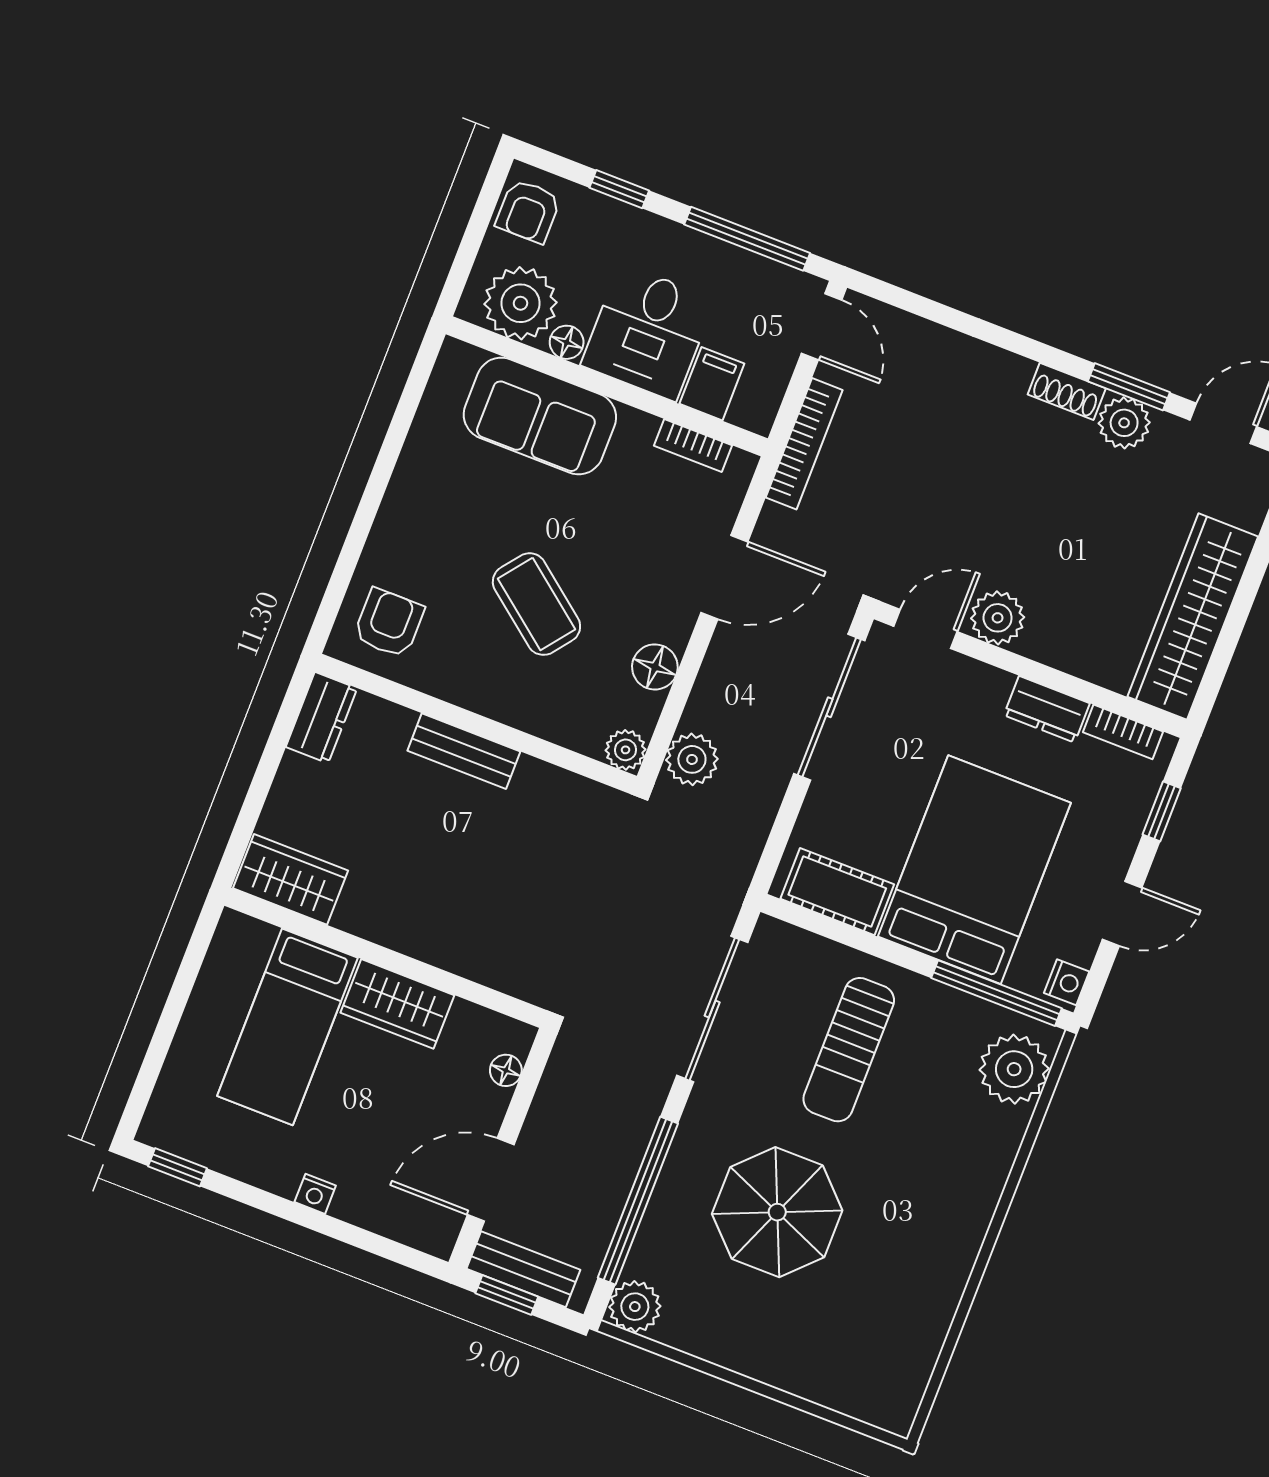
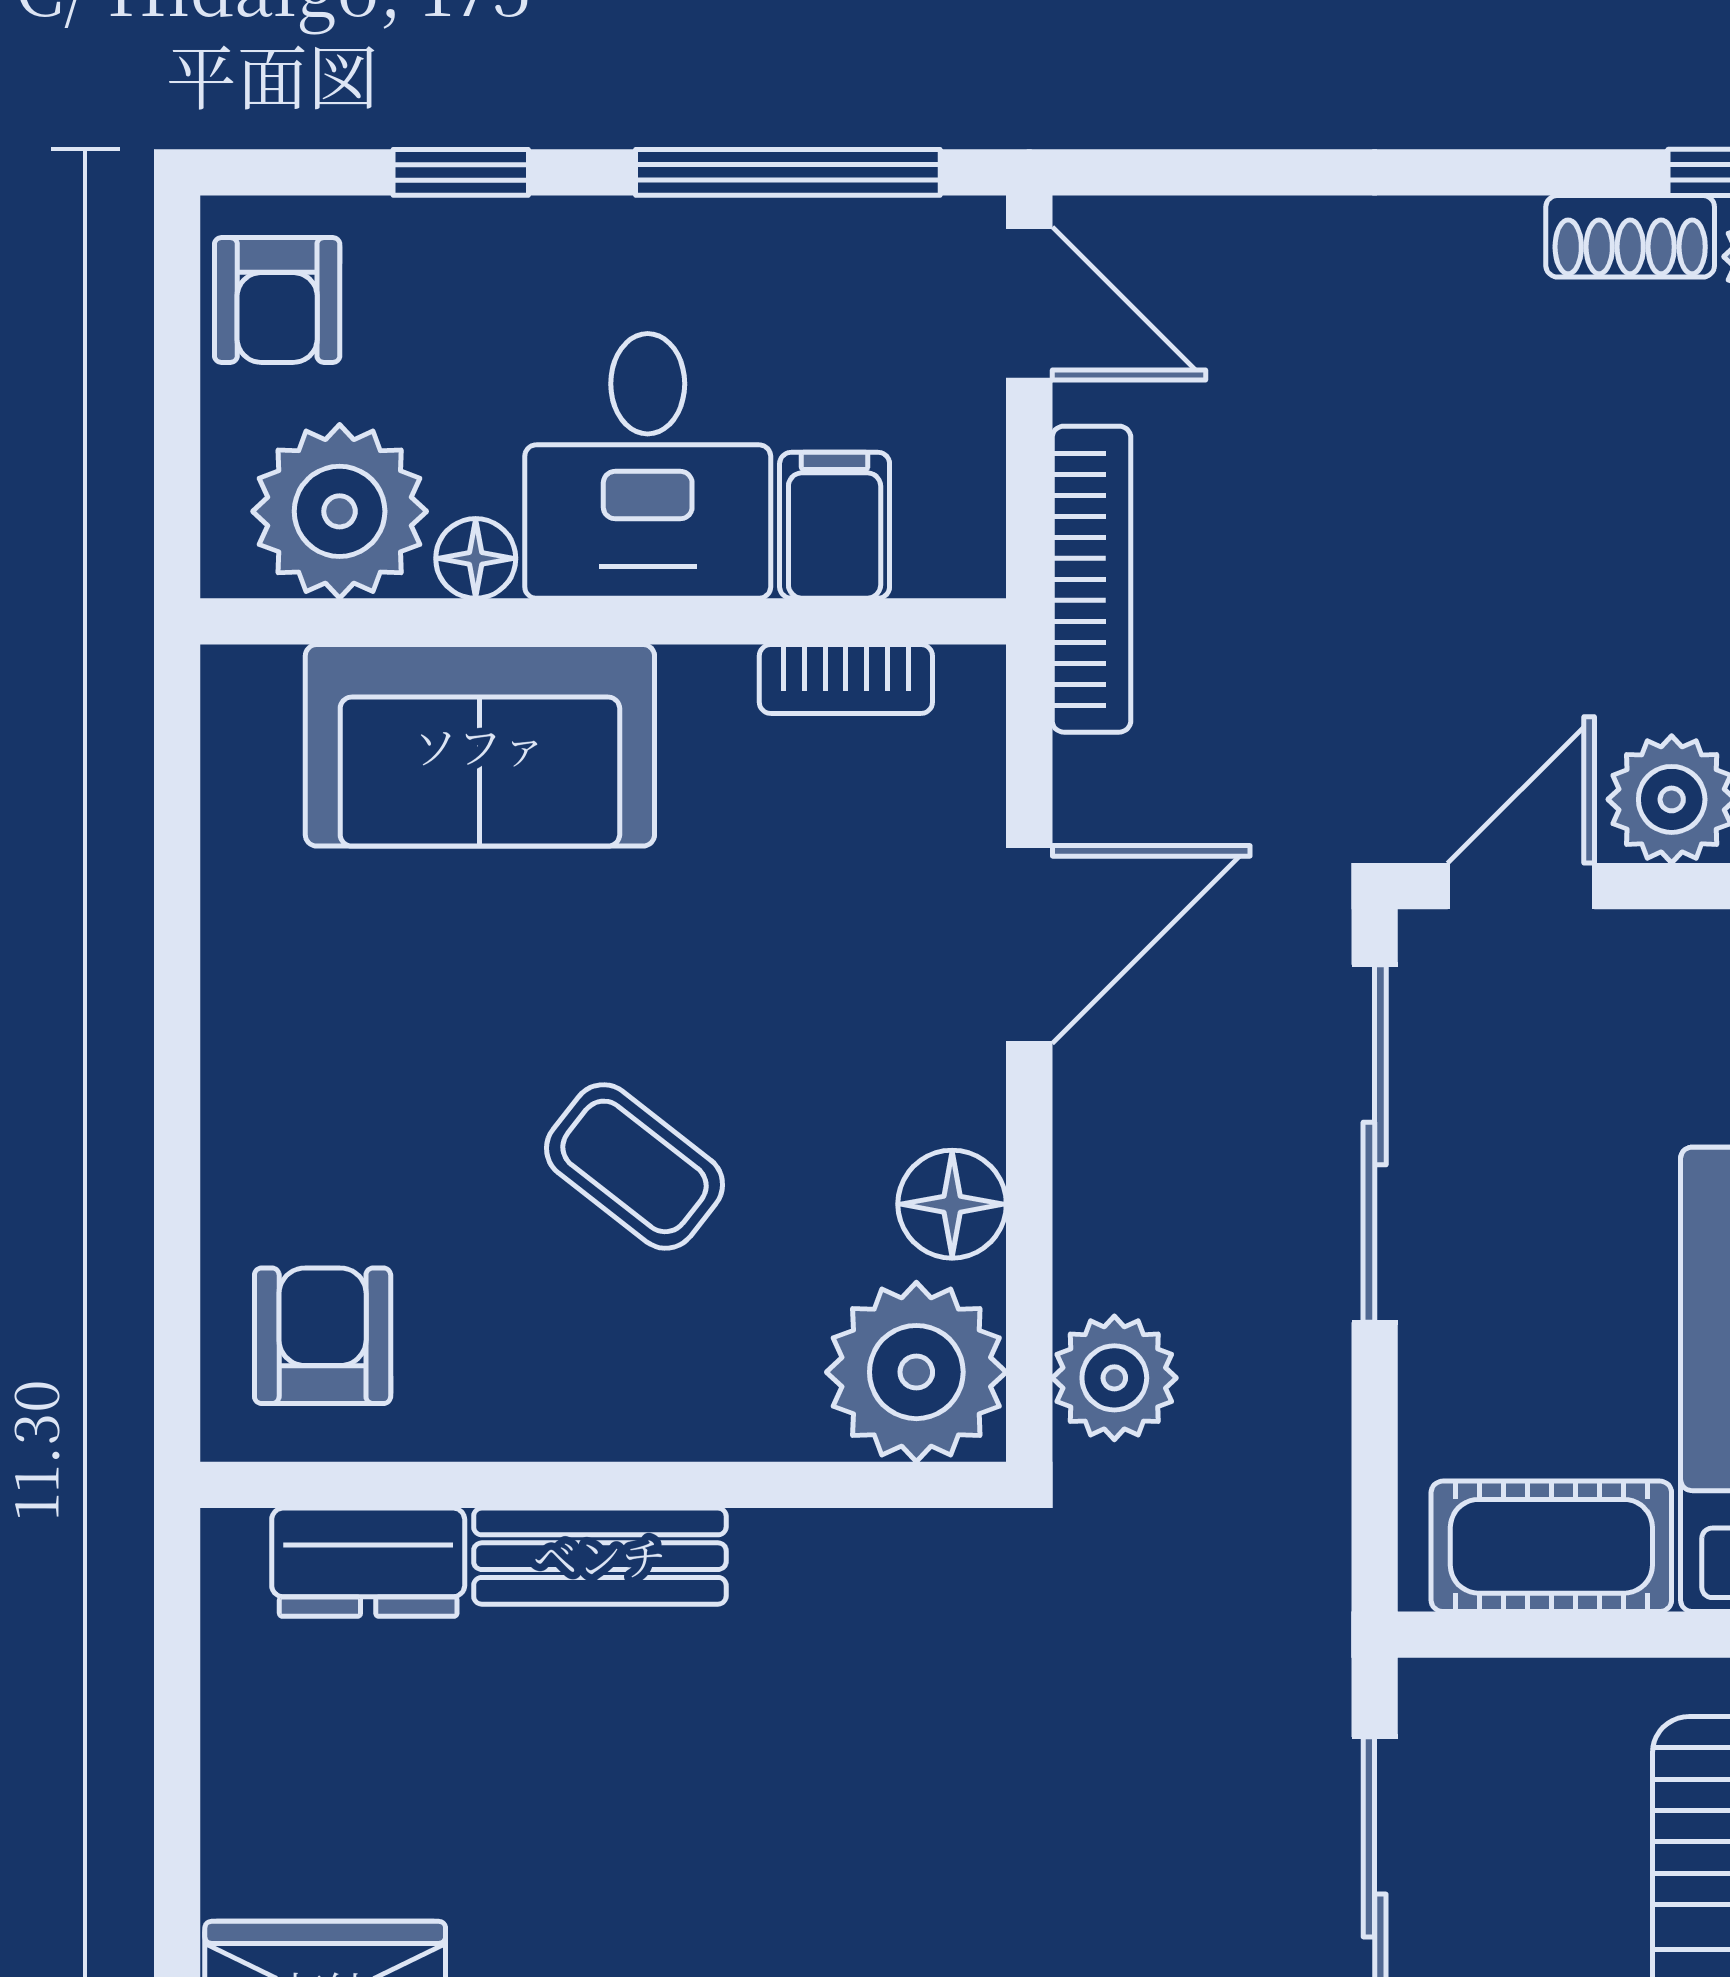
coffee table: (536, 604) -> (635, 1166), width x0.73, depth x0.77
dresser: (322, 718) -> (368, 1562), moved, turned 90
plant: (626, 750) -> (916, 1372), width x1.88, depth x1.88

